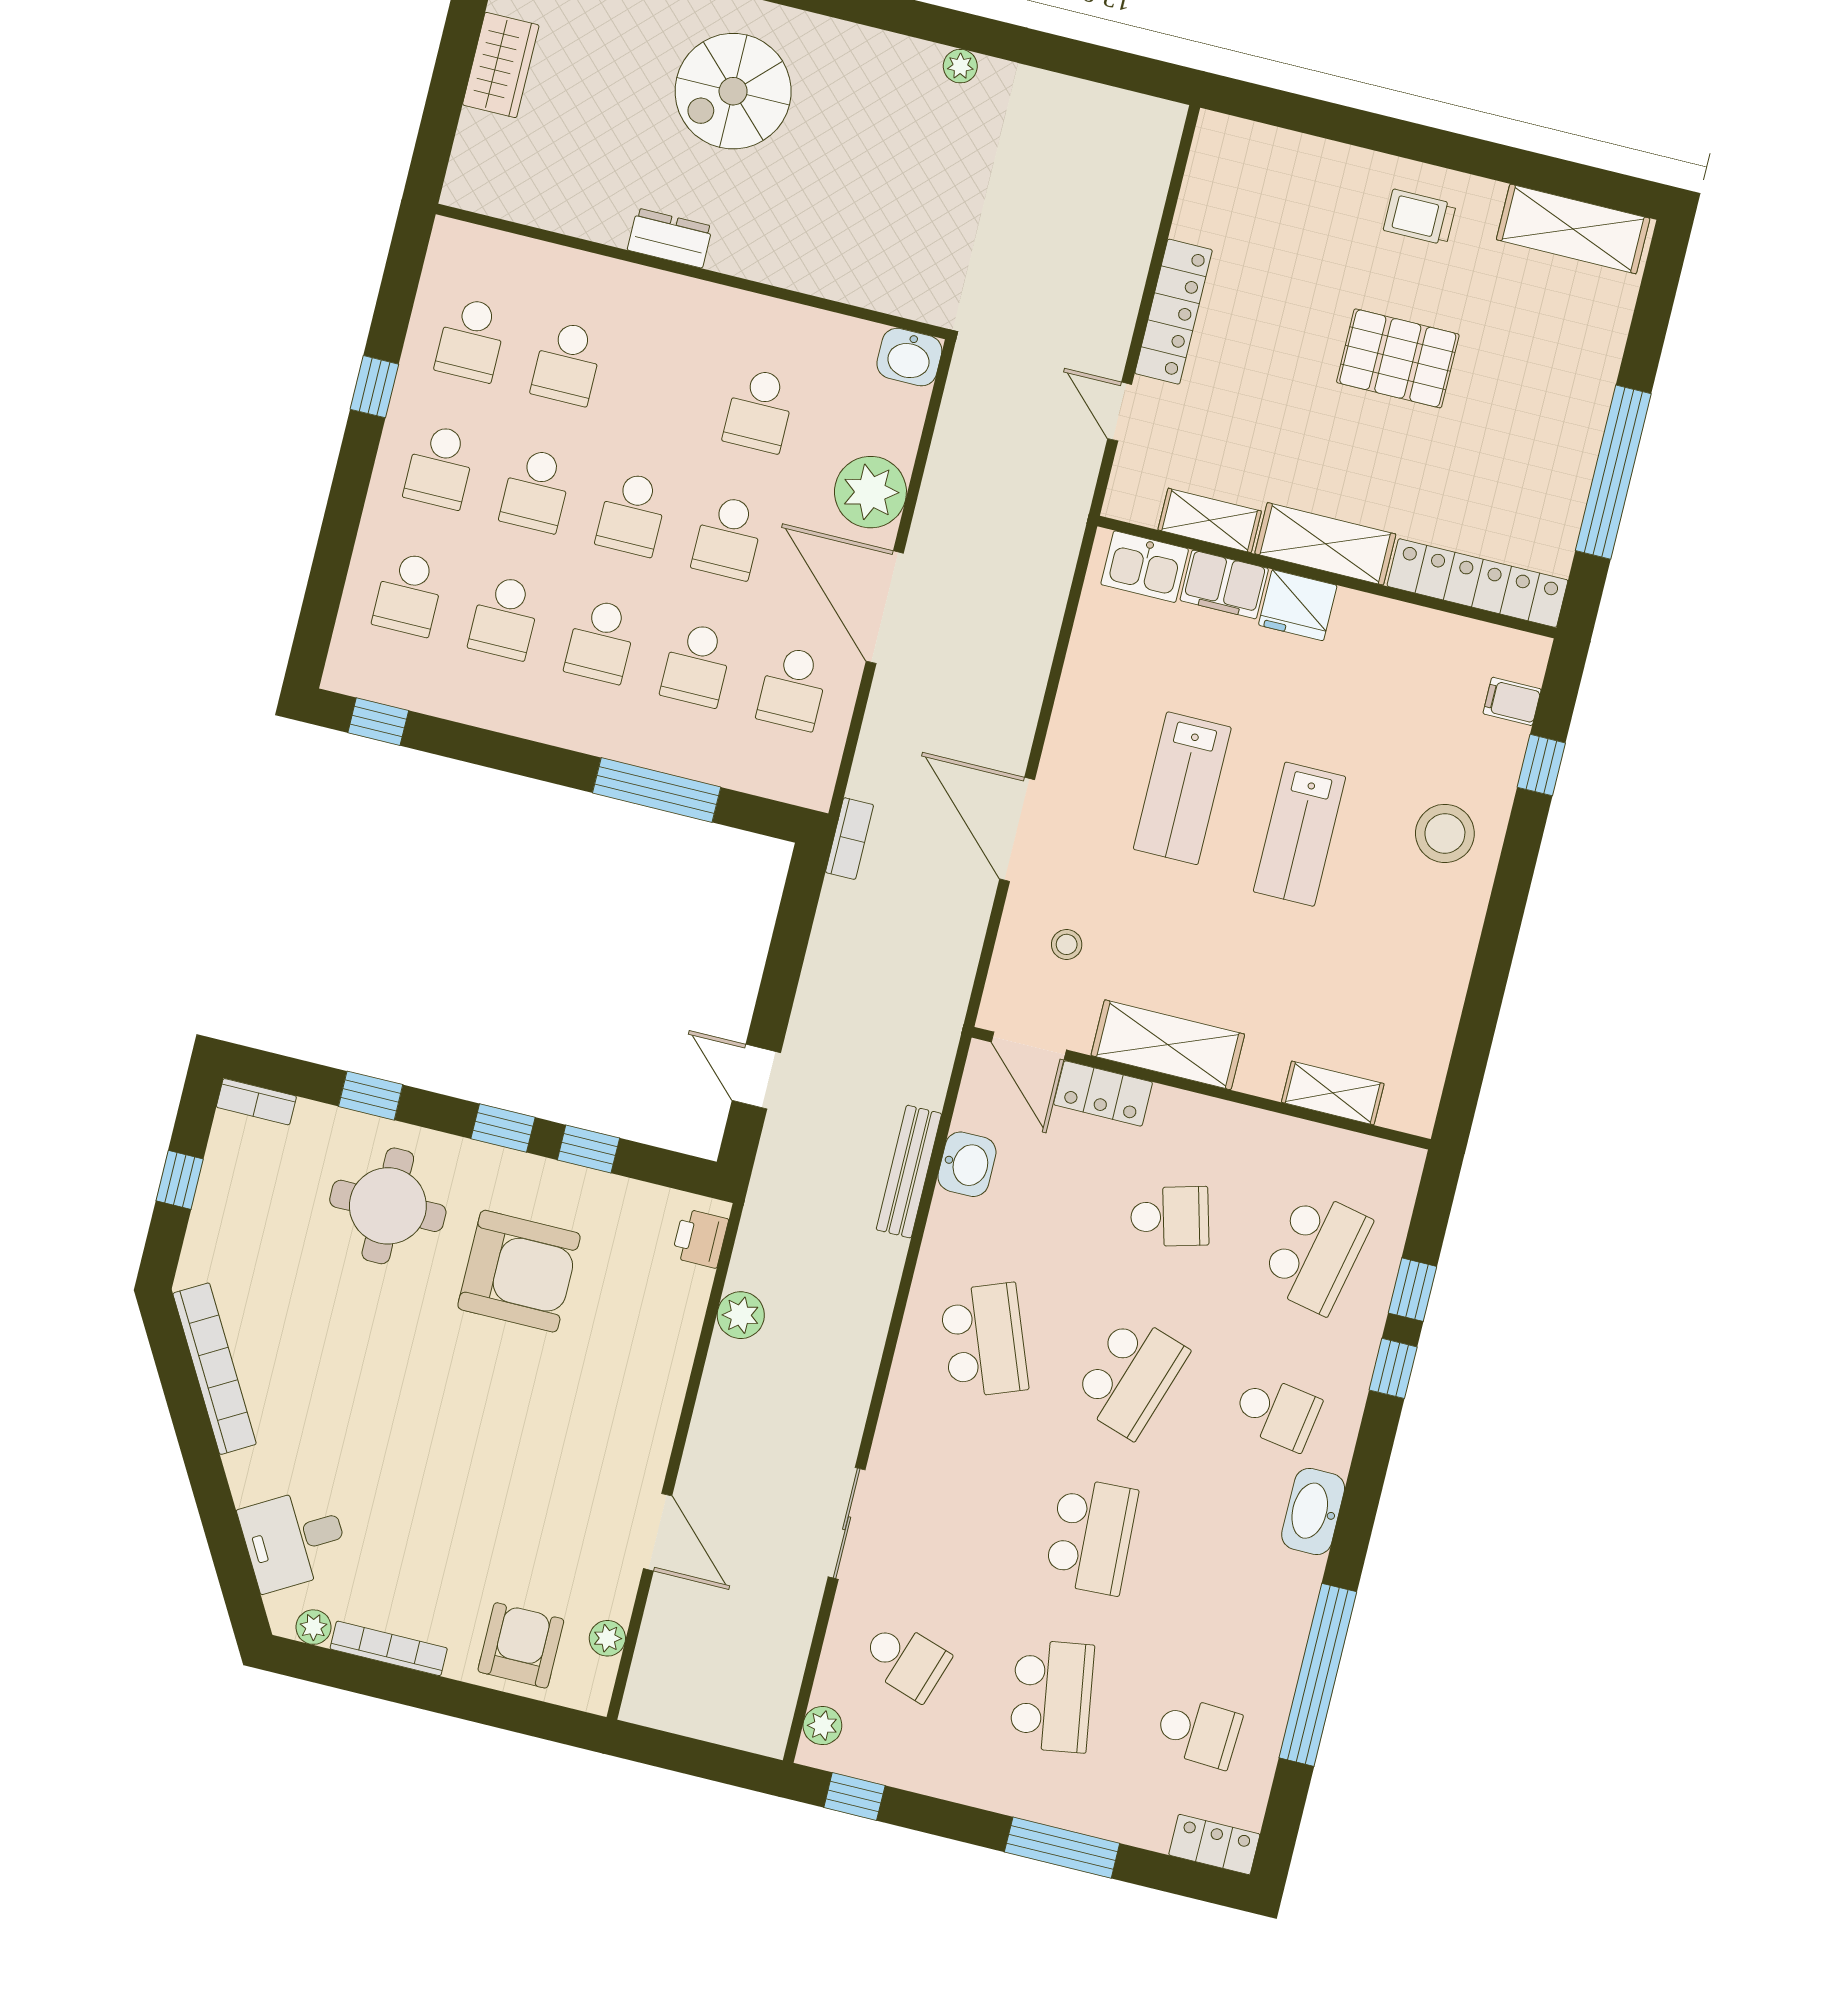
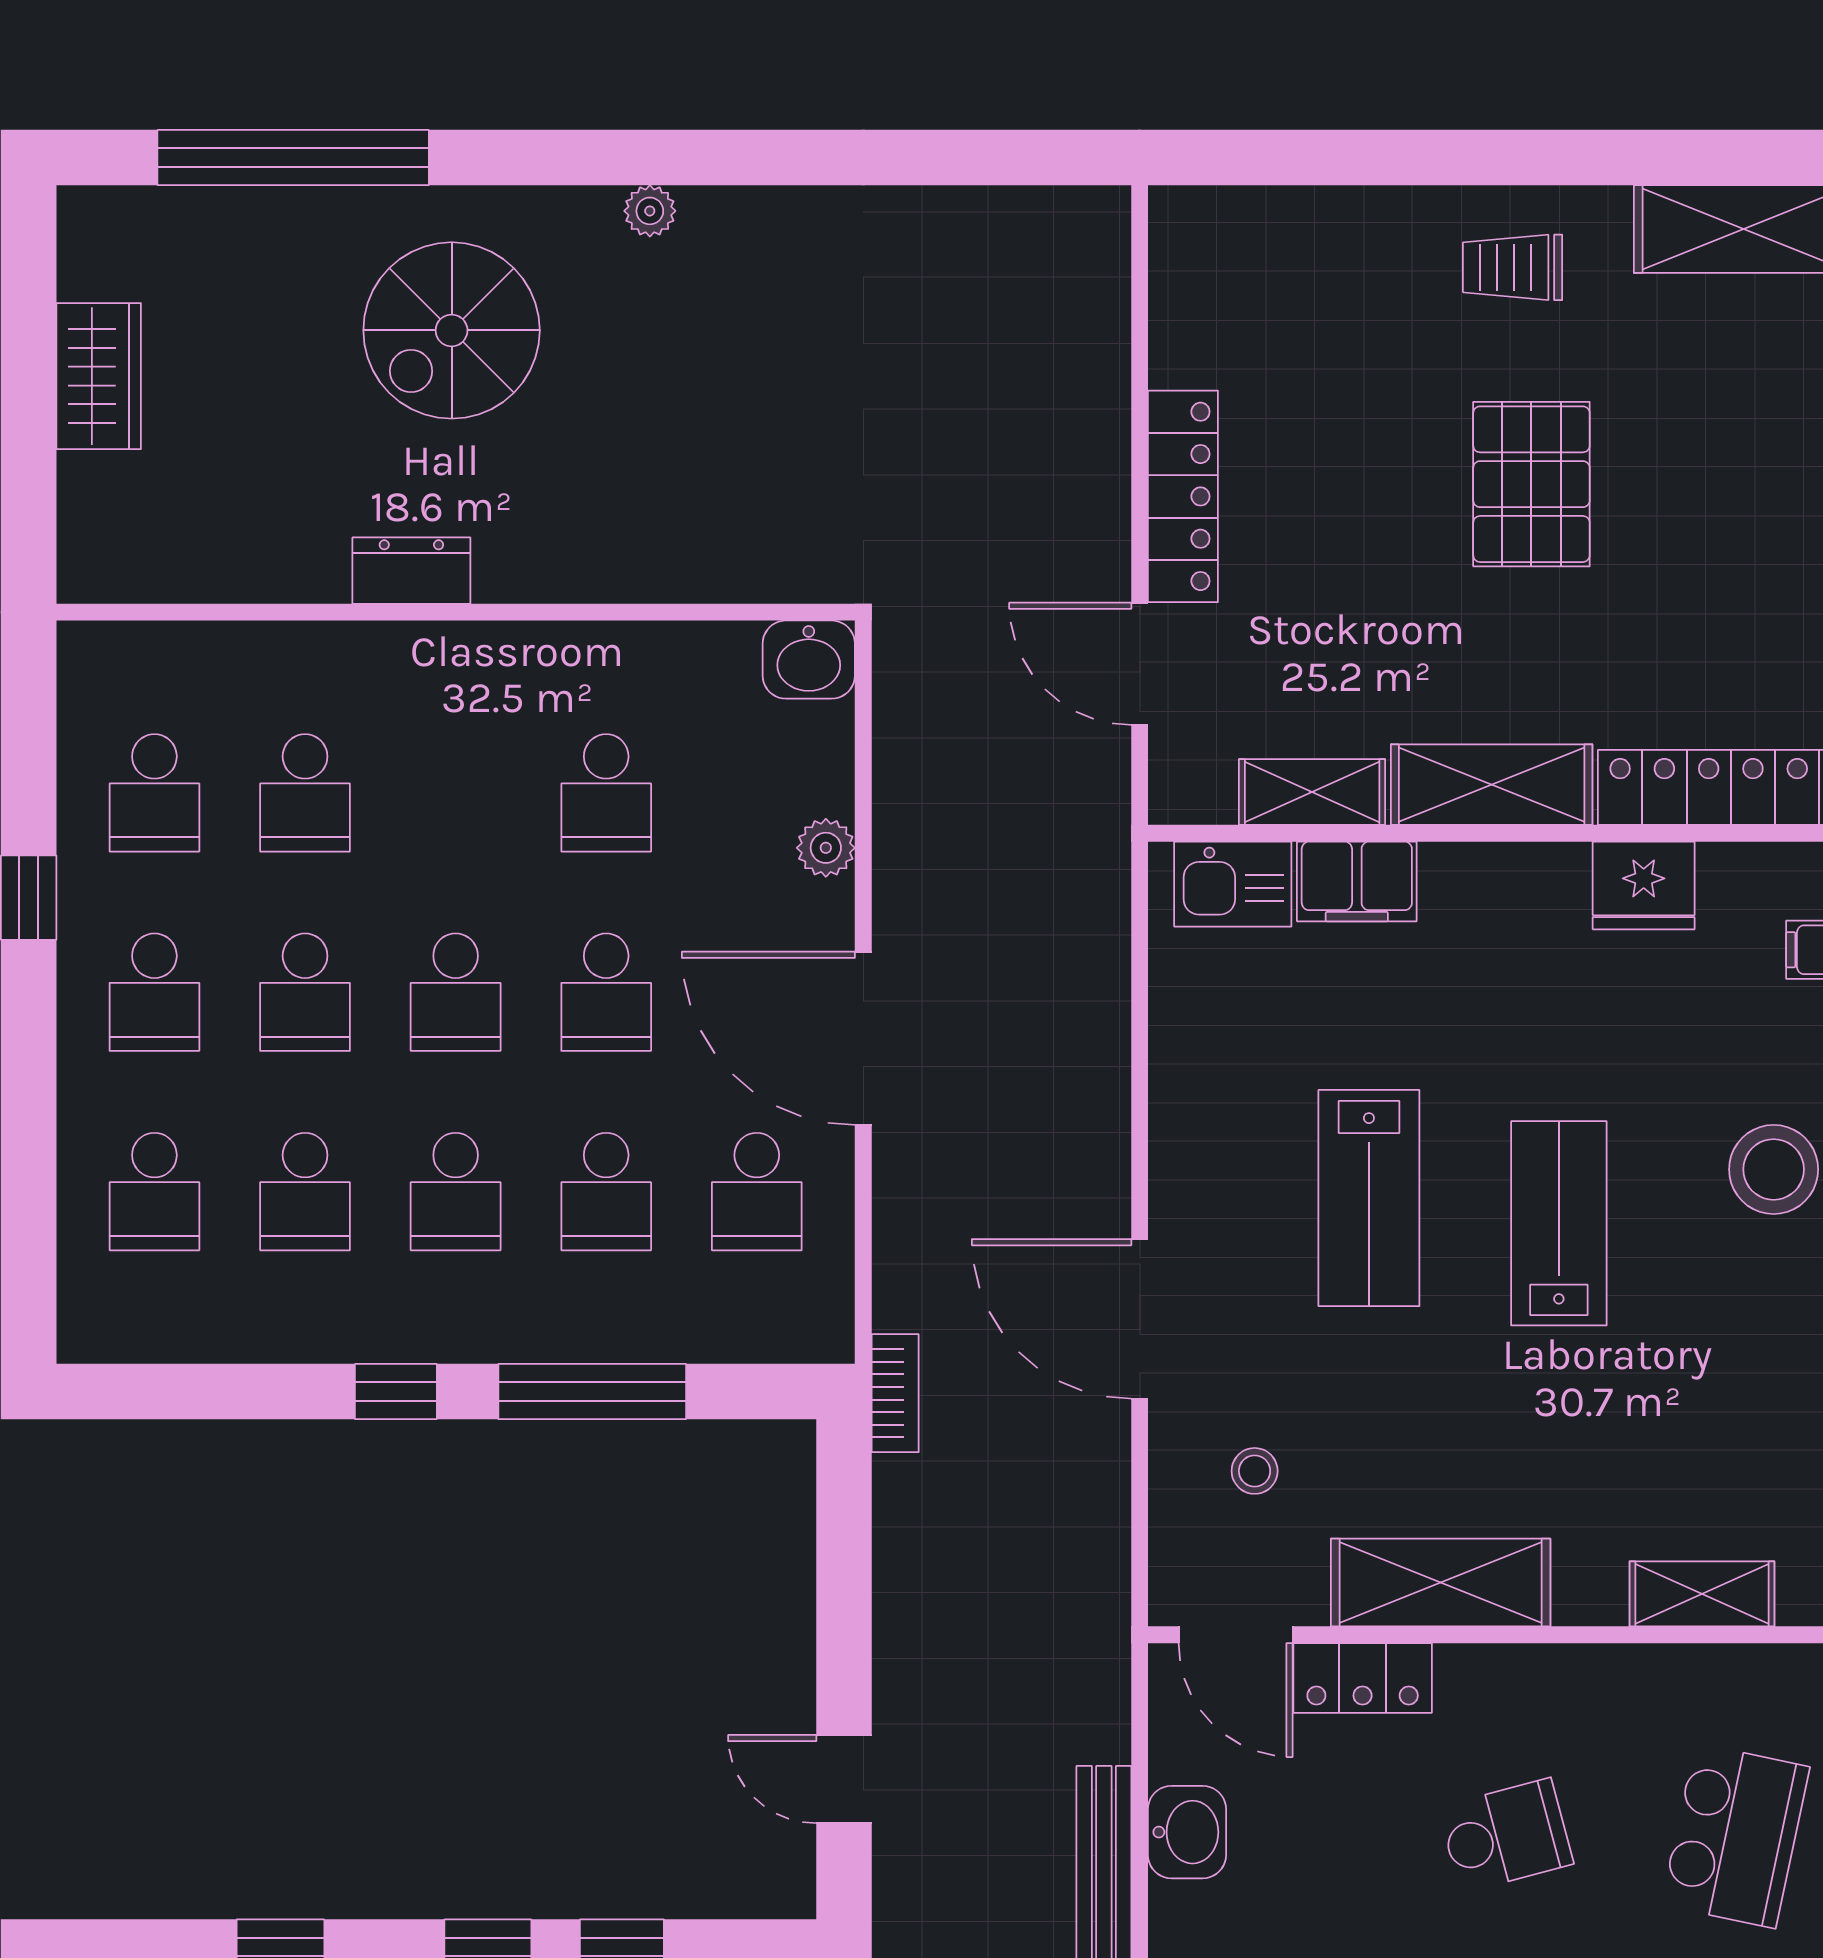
plant: (960, 66) -> (650, 211), moved
pallet: (1398, 358) -> (1531, 484), turned 90
door: (1120, 412) -> (1140, 664), width x1.38
plant: (870, 492) -> (826, 848), width x0.53, depth x0.53
fridge: (1298, 605) -> (1644, 885), moved
window: (378, 722) -> (396, 1392), moved
lab bench: (1300, 834) -> (1559, 1223), turned 180

